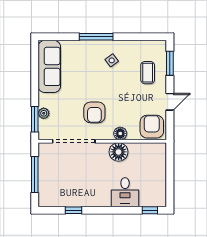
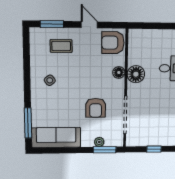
window: (96, 37) -> (28, 123), moved
armchair: (94, 112) -> (96, 108), moved, turned 90
window: (35, 175) -> (154, 149), width x0.46

